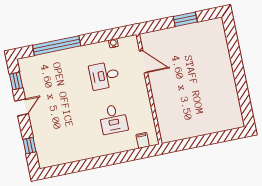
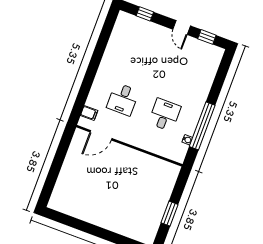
window: (57, 46) -> (202, 126), moved
door: (144, 62) -> (101, 135), moved
desk: (113, 119) -> (123, 99), turned -90

